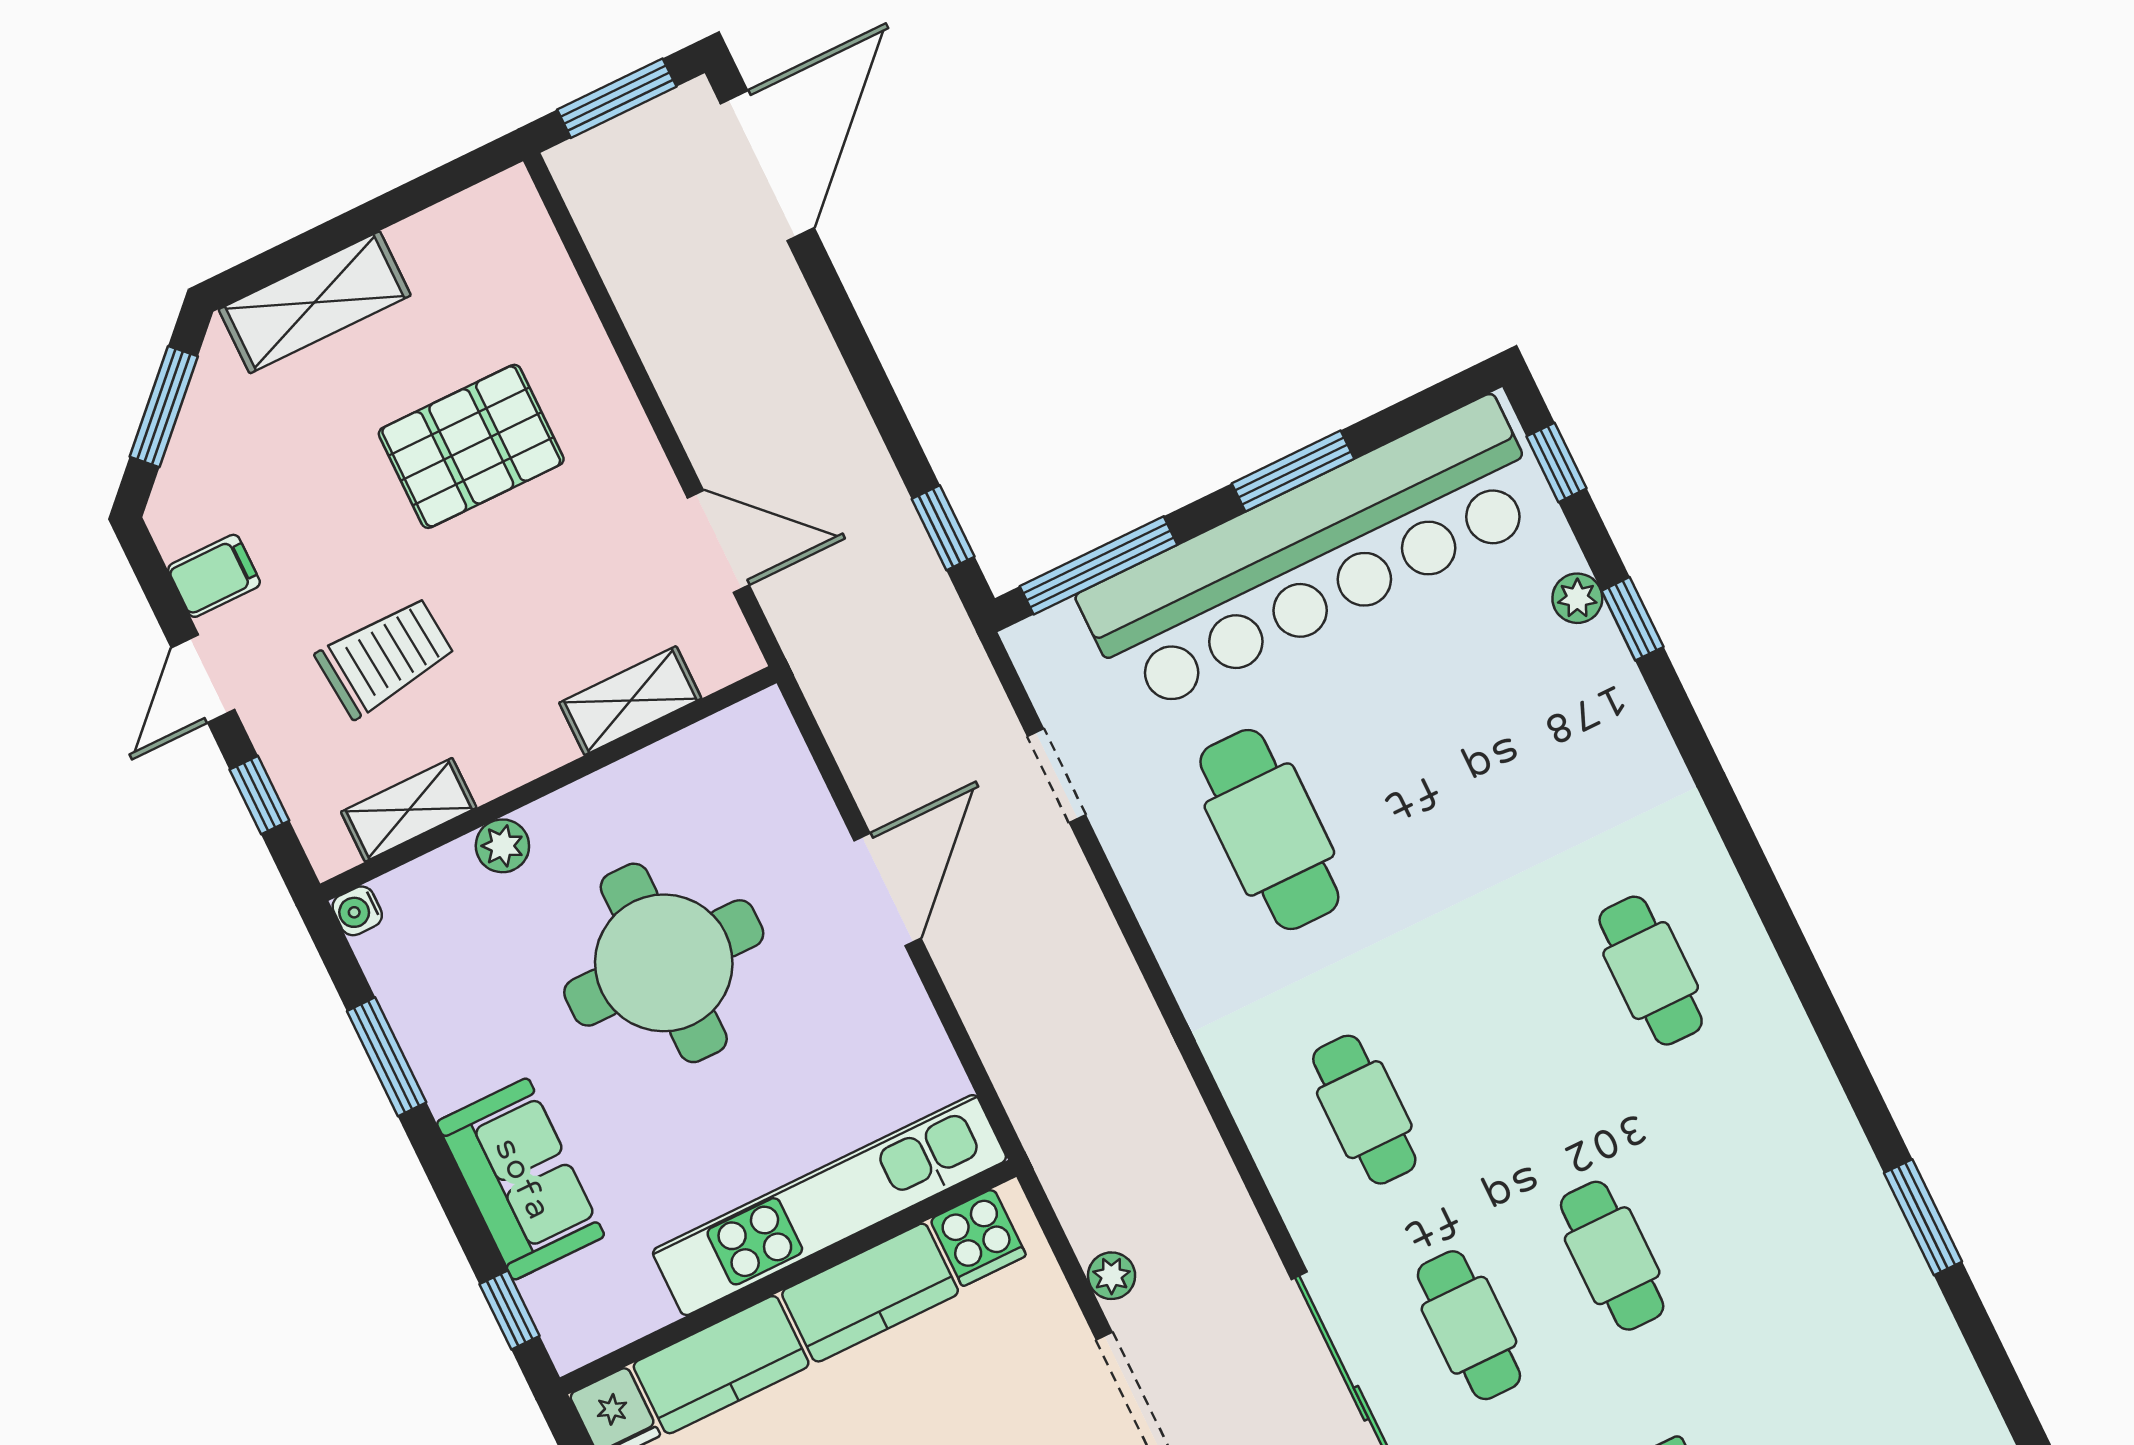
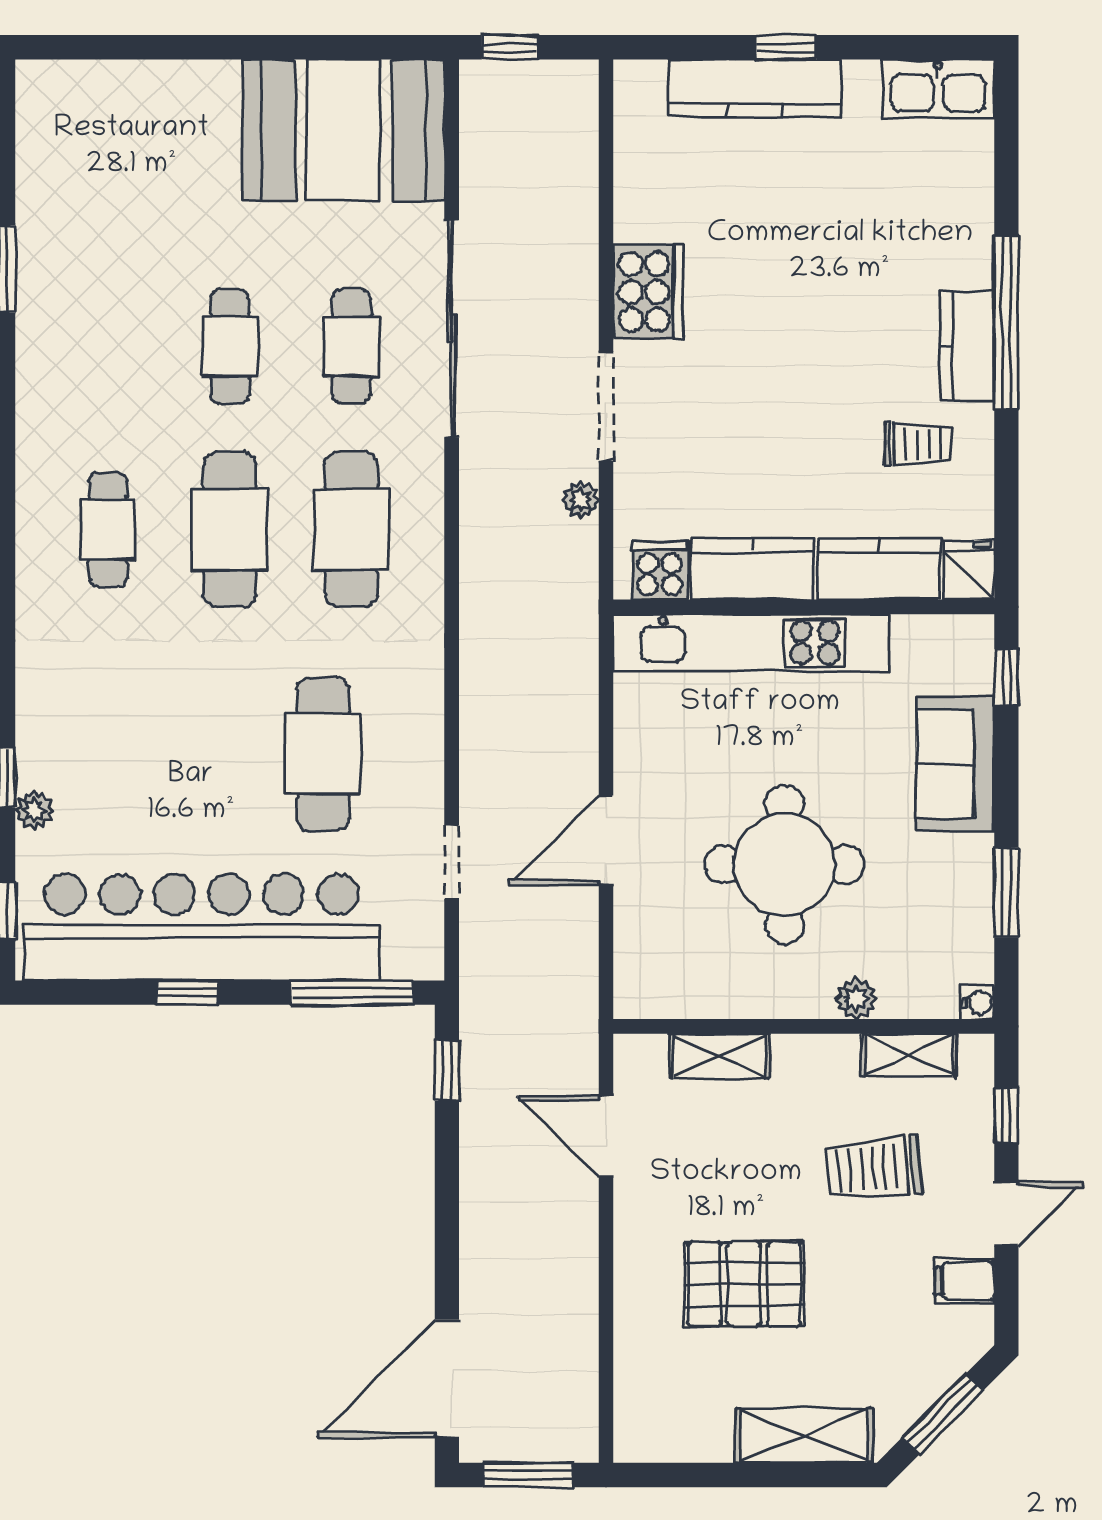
window: (1293, 471) -> (187, 993), width x0.67
cafe table: (1507, 1040) -> (230, 530), added
cafe table: (1364, 1110) -> (351, 530), width x1.37, depth x1.35

